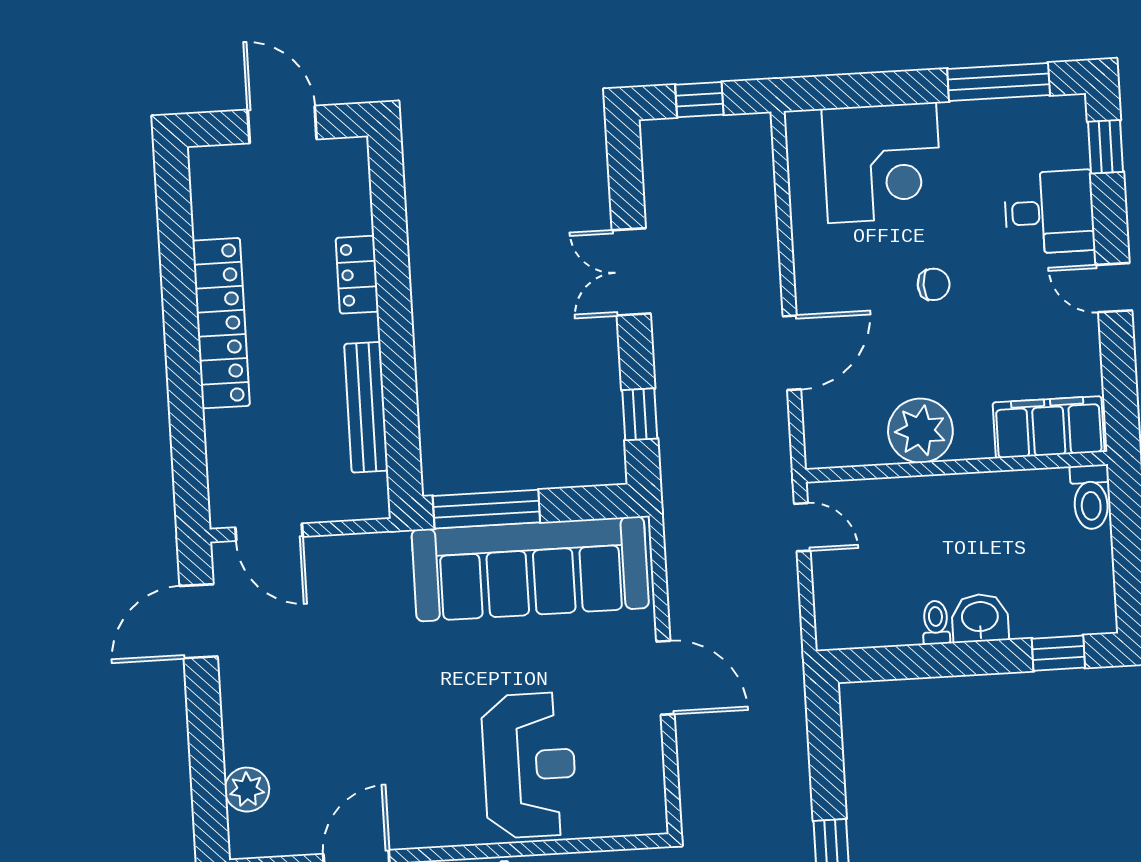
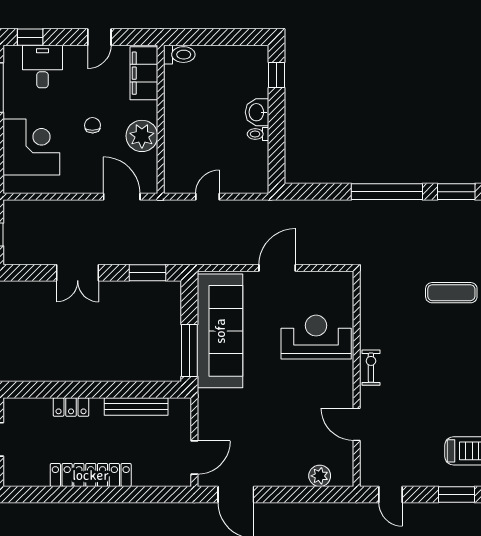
desk: (1049, 212) -> (42, 67), moved
window: (640, 414) -> (148, 273), width x1.50
filing cabinet: (1049, 427) -> (144, 73), moved
plant: (920, 431) -> (142, 136), moved
wall: (957, 467) -> (161, 119), moved
toilet: (1091, 497) -> (179, 55), moved

